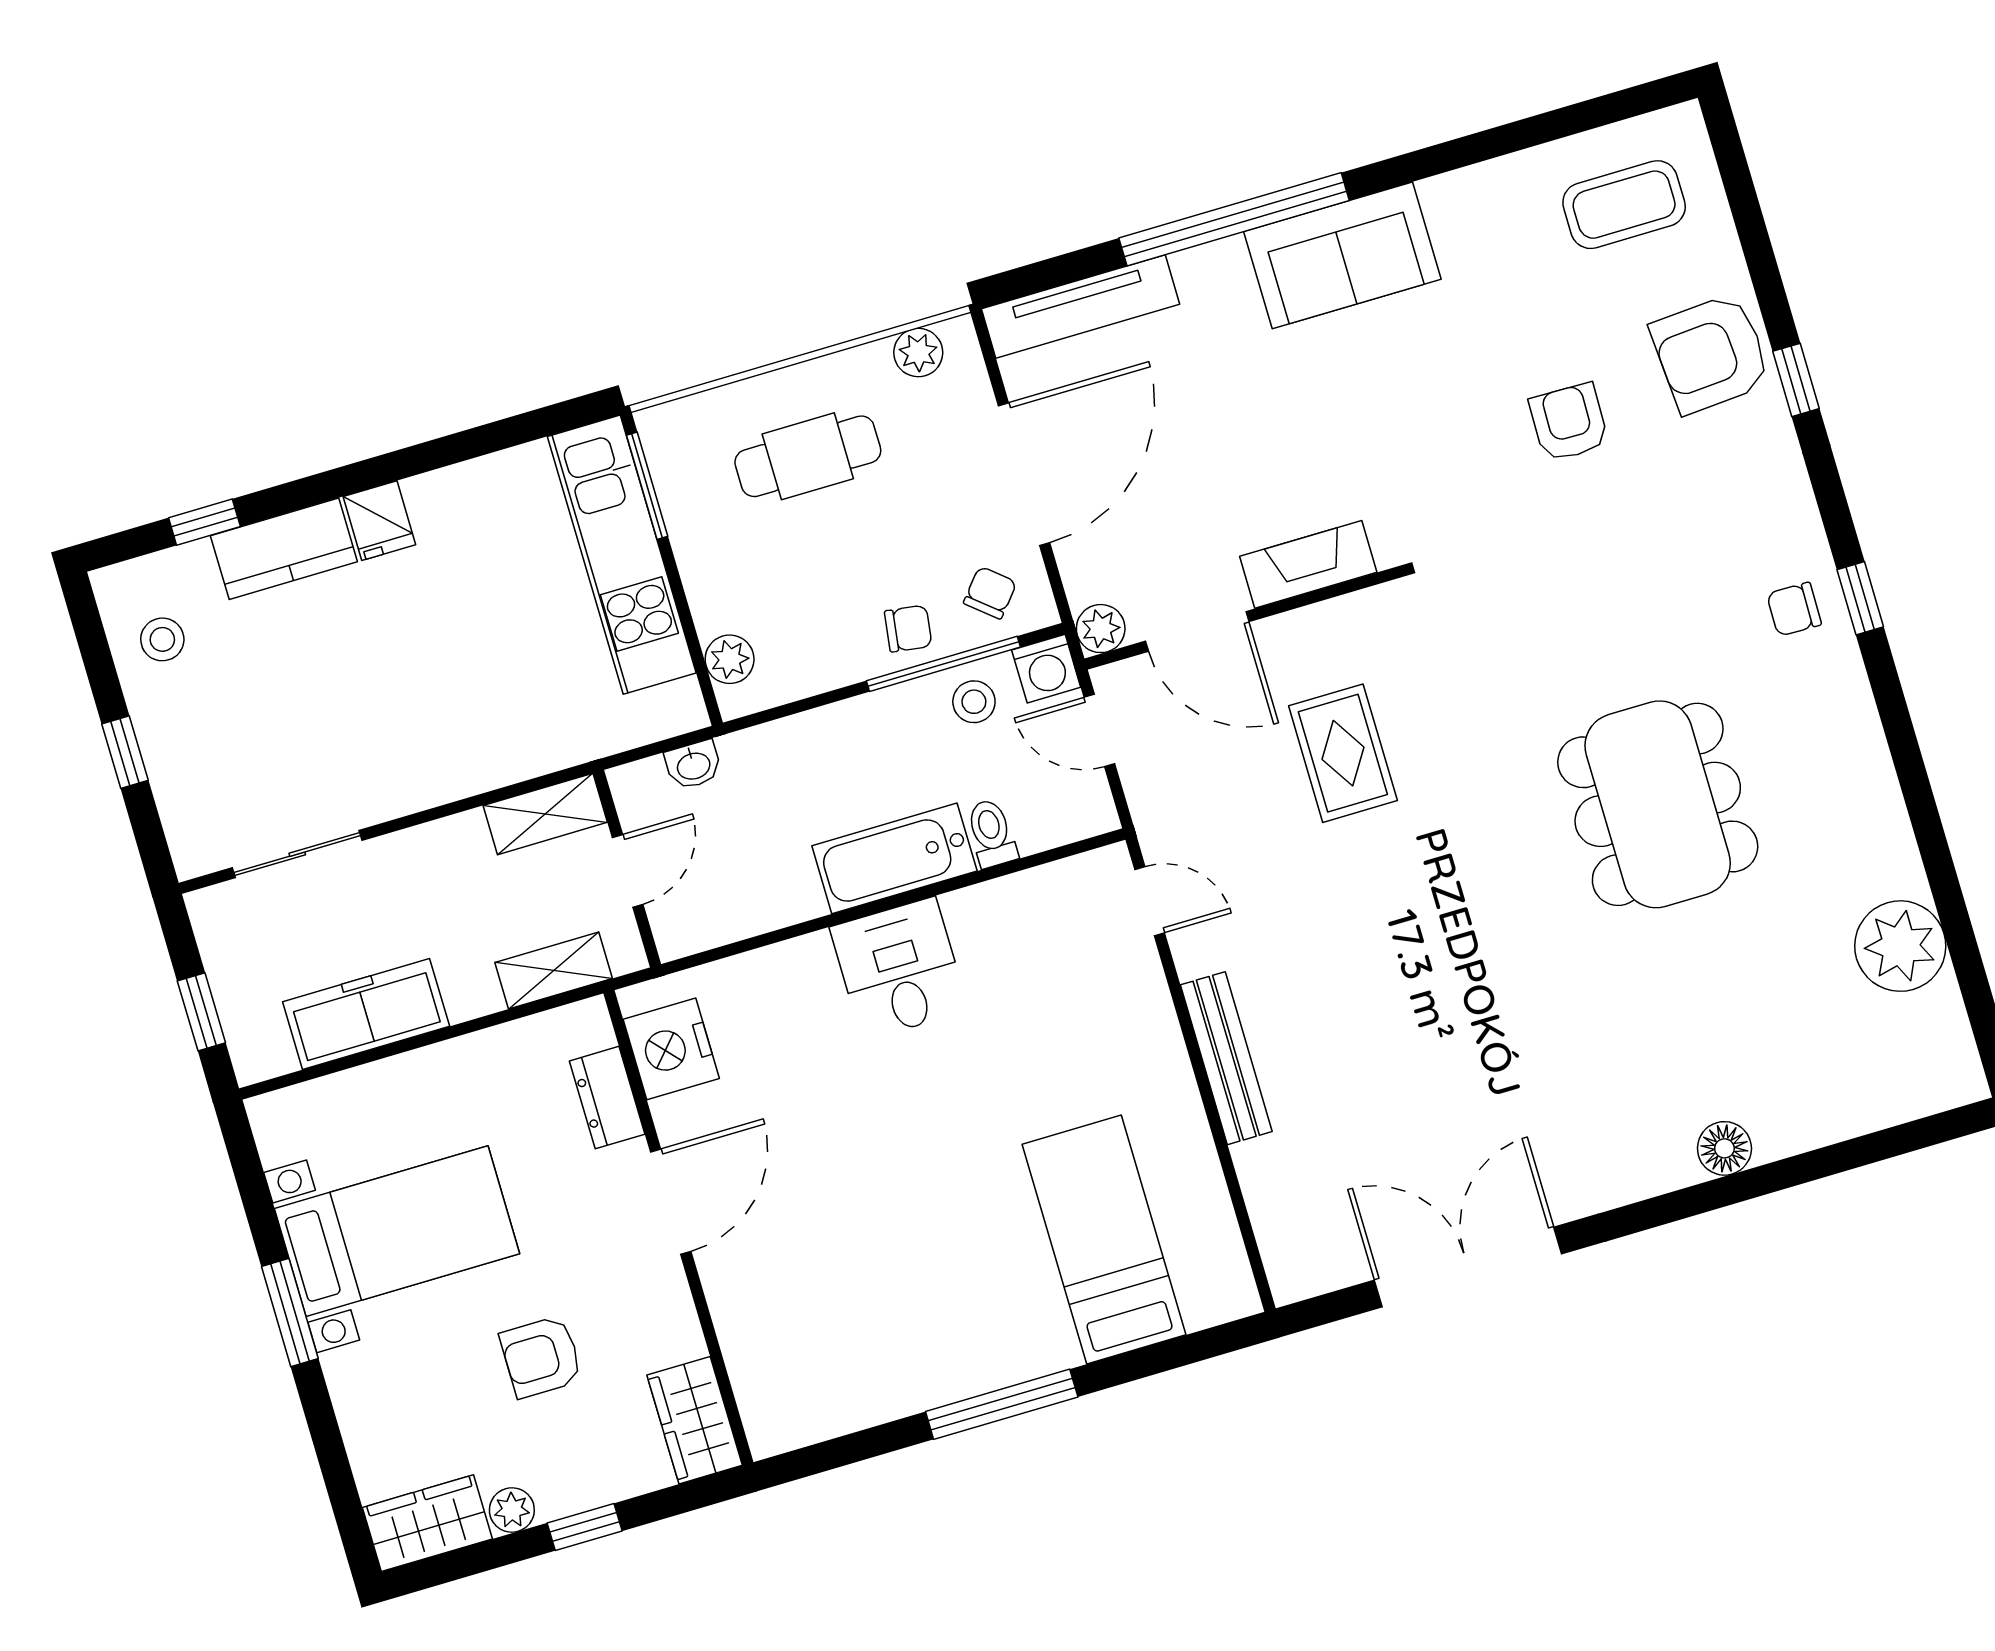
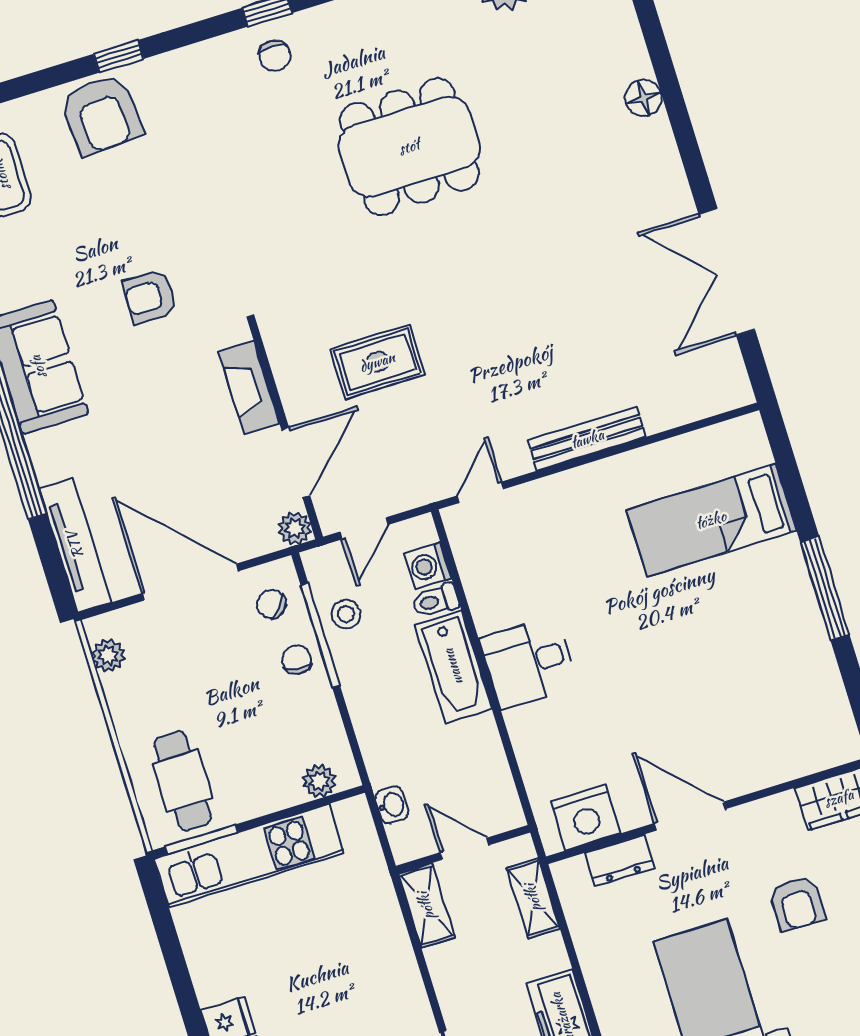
armchair: (1569, 422) -> (150, 297), moved
cafe table: (808, 456) -> (183, 781), moved
washing machine: (1046, 669) -> (428, 566), moved, turned 180

